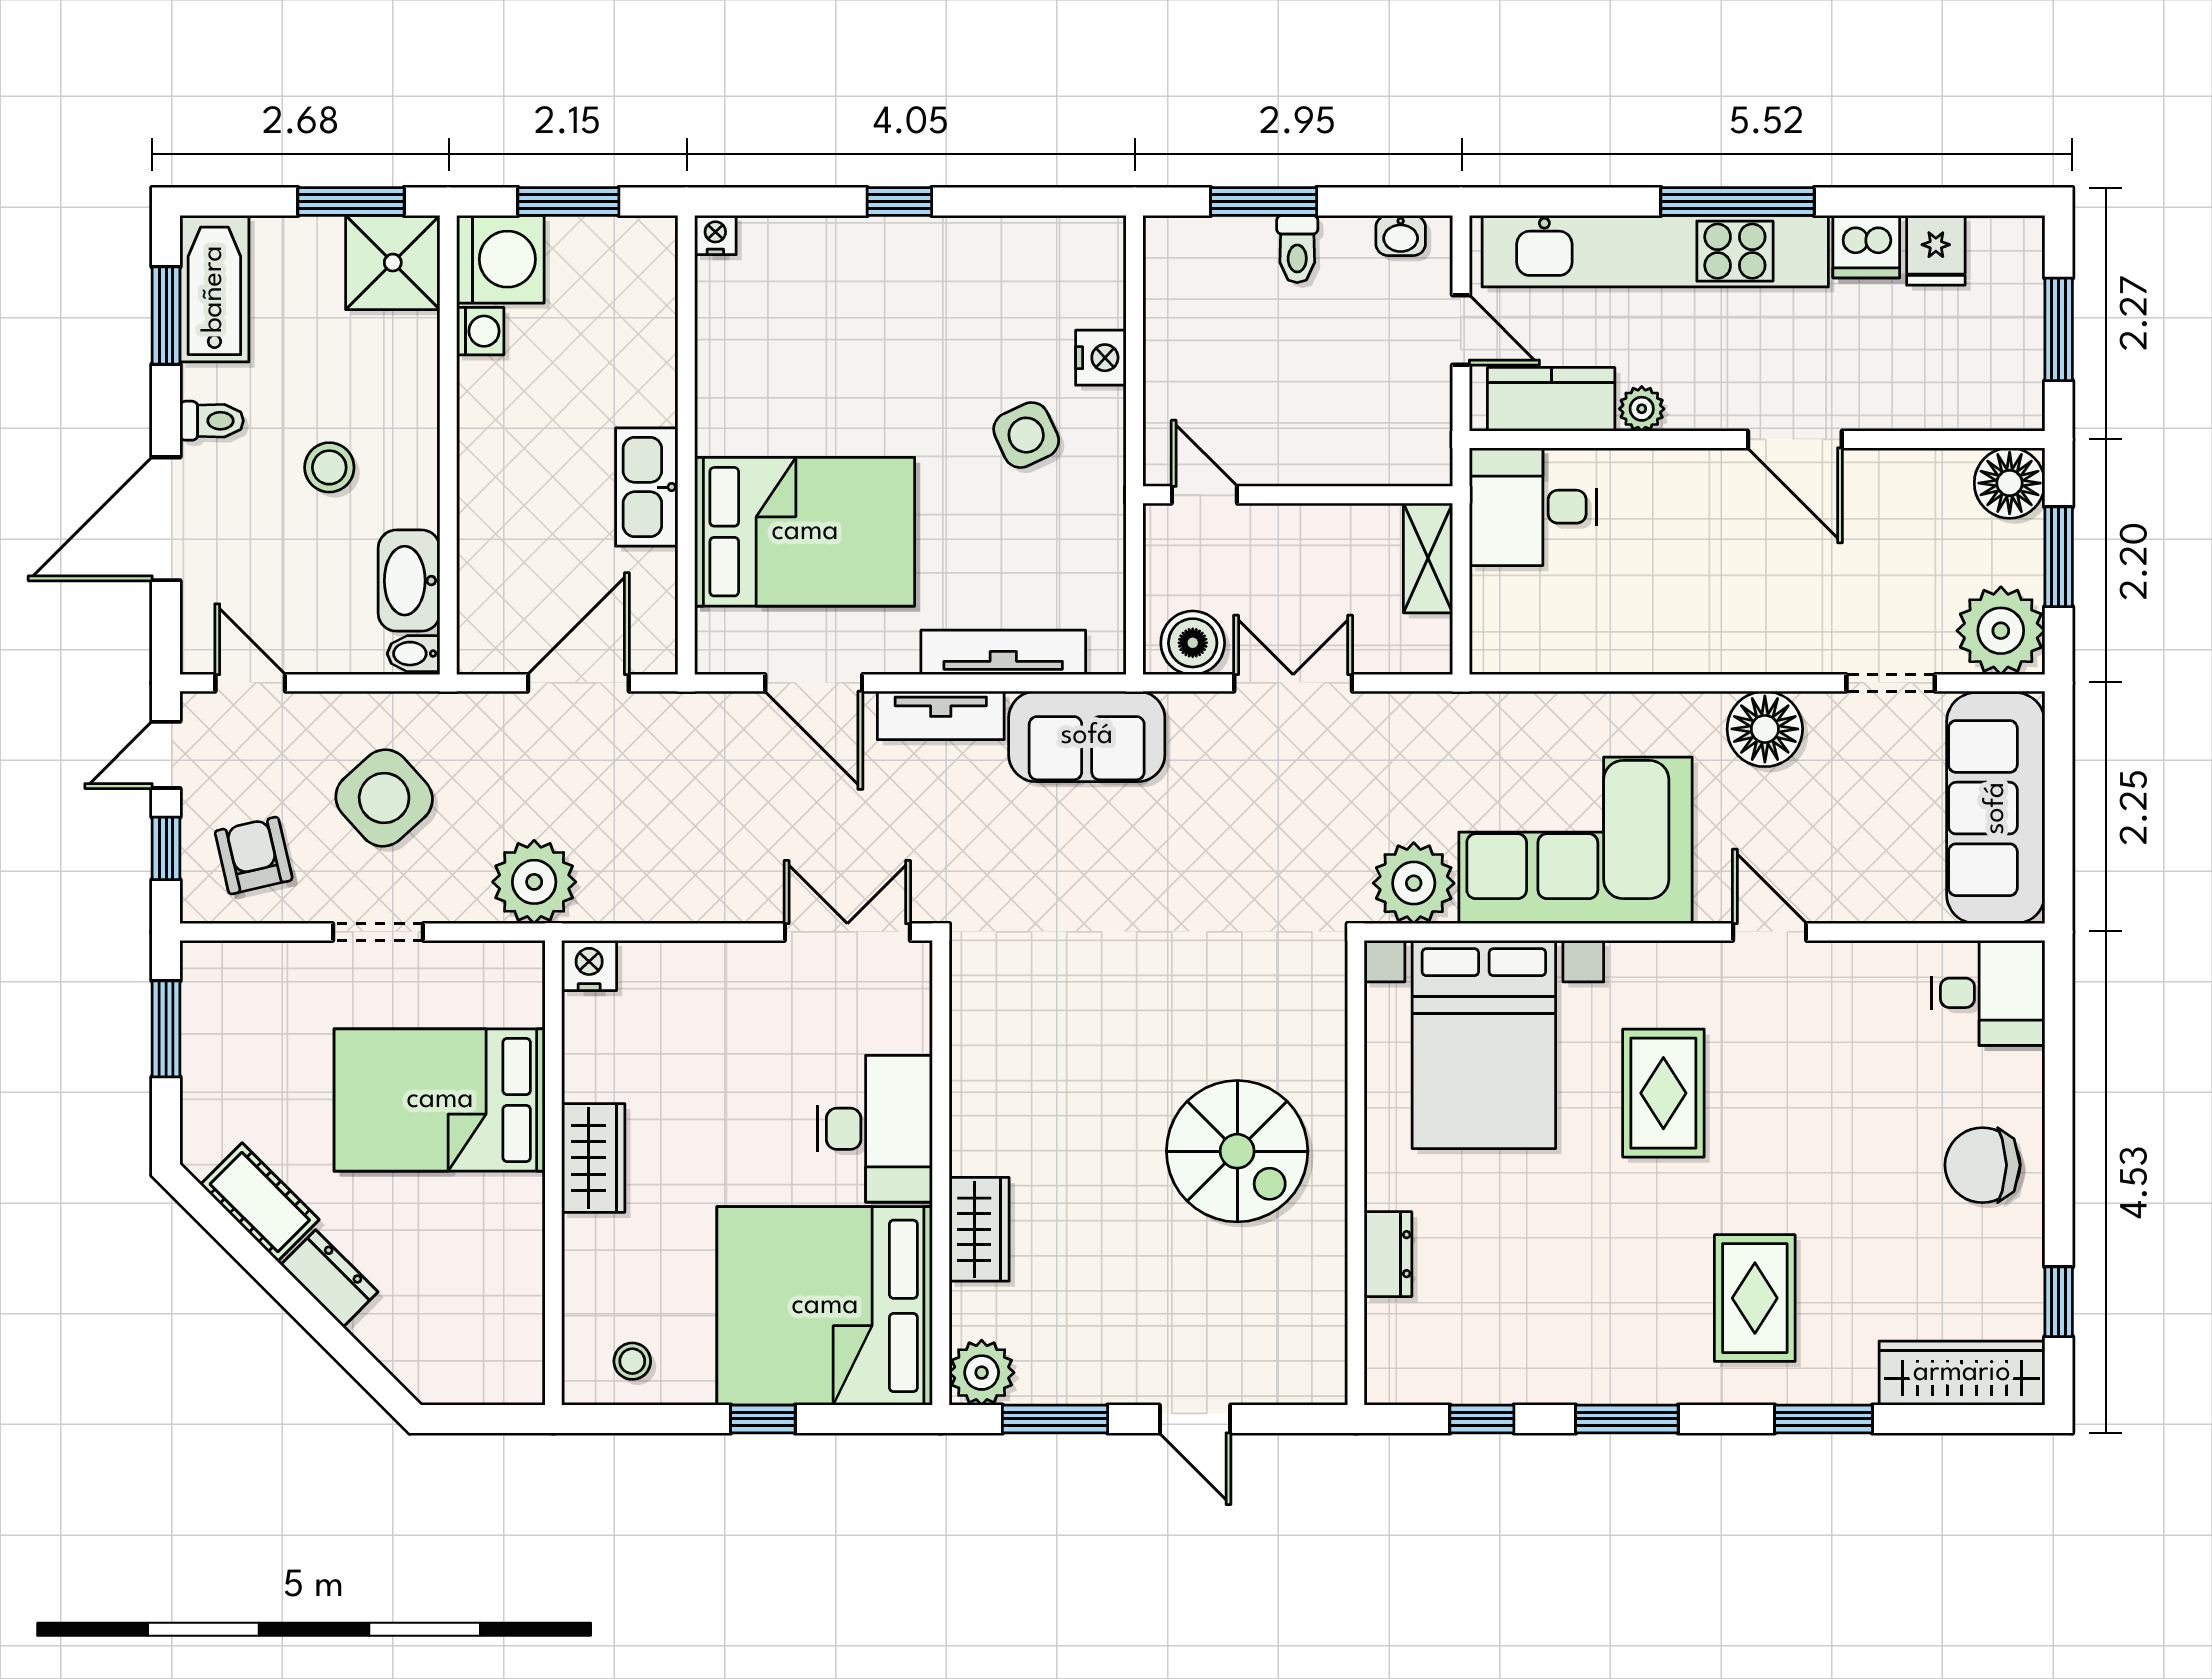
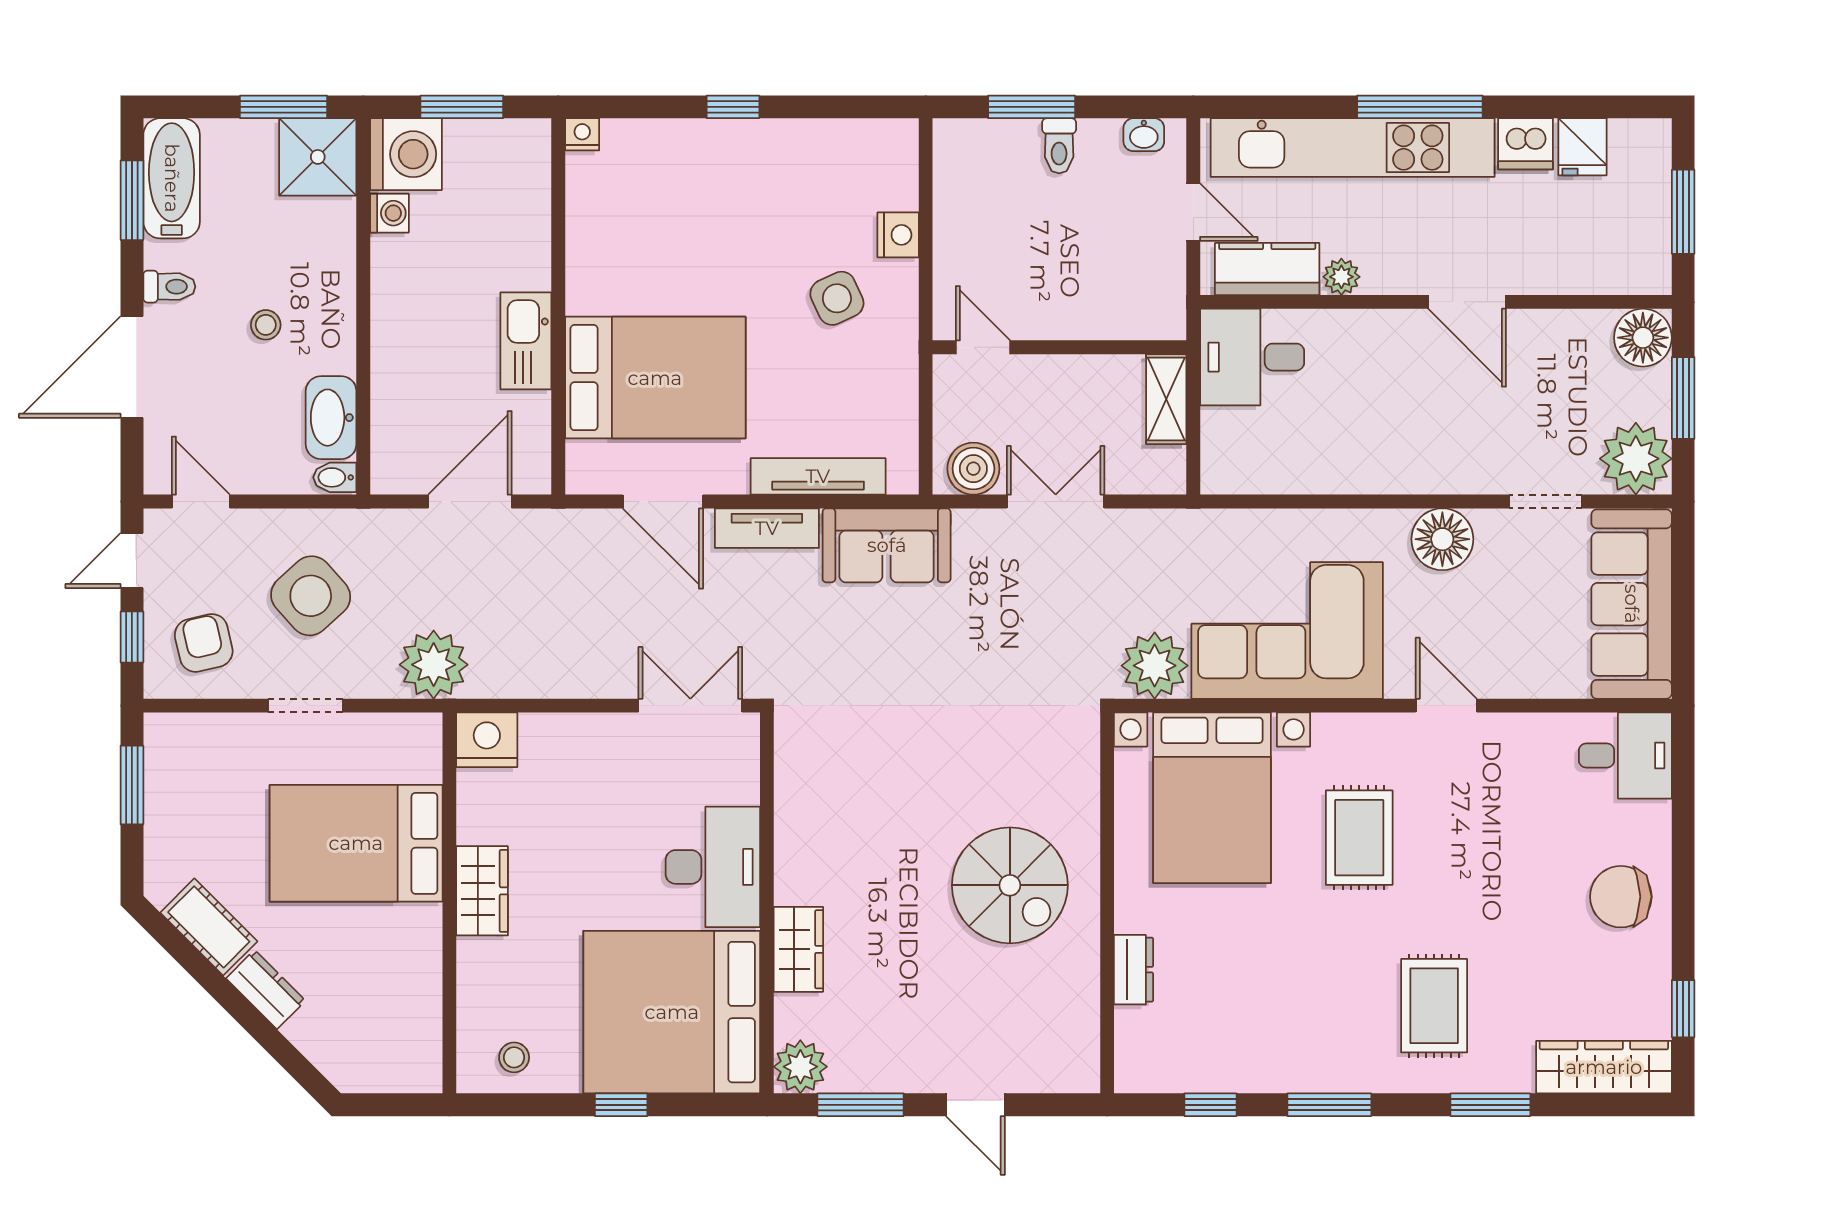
stool: (329, 467) -> (266, 325), width x0.73, depth x0.73
nightstand: (589, 965) -> (487, 740), width x1.36, depth x1.33

